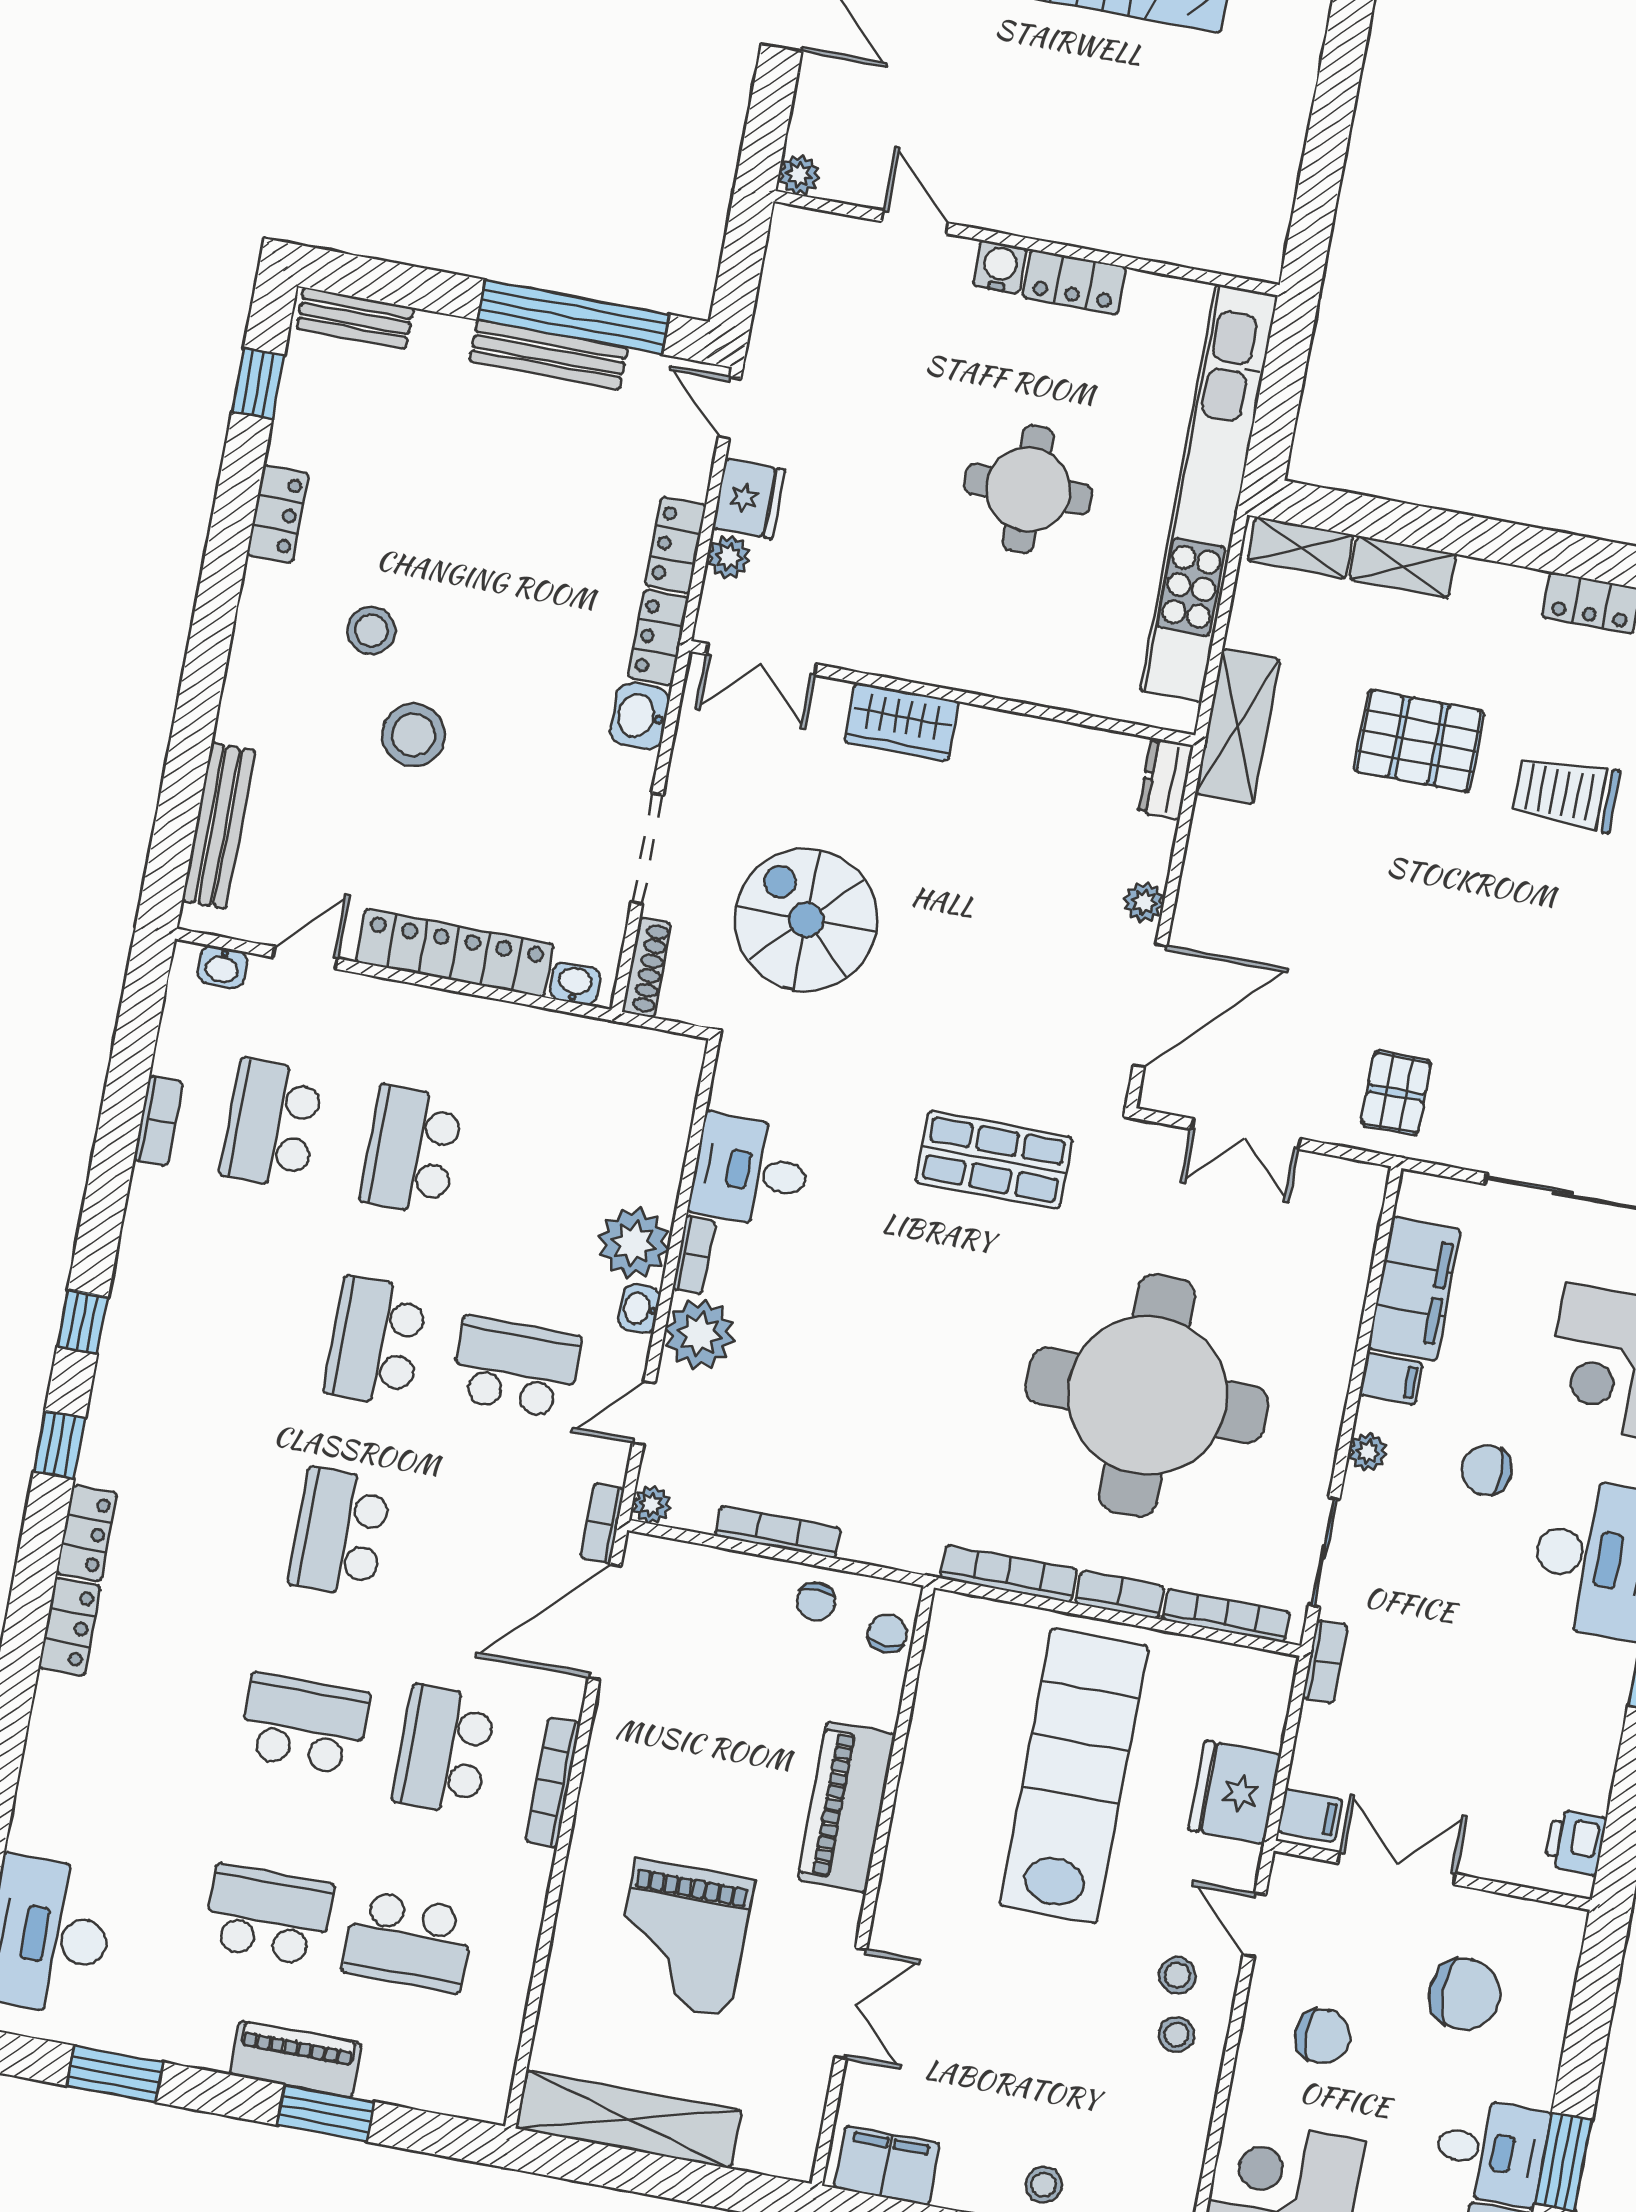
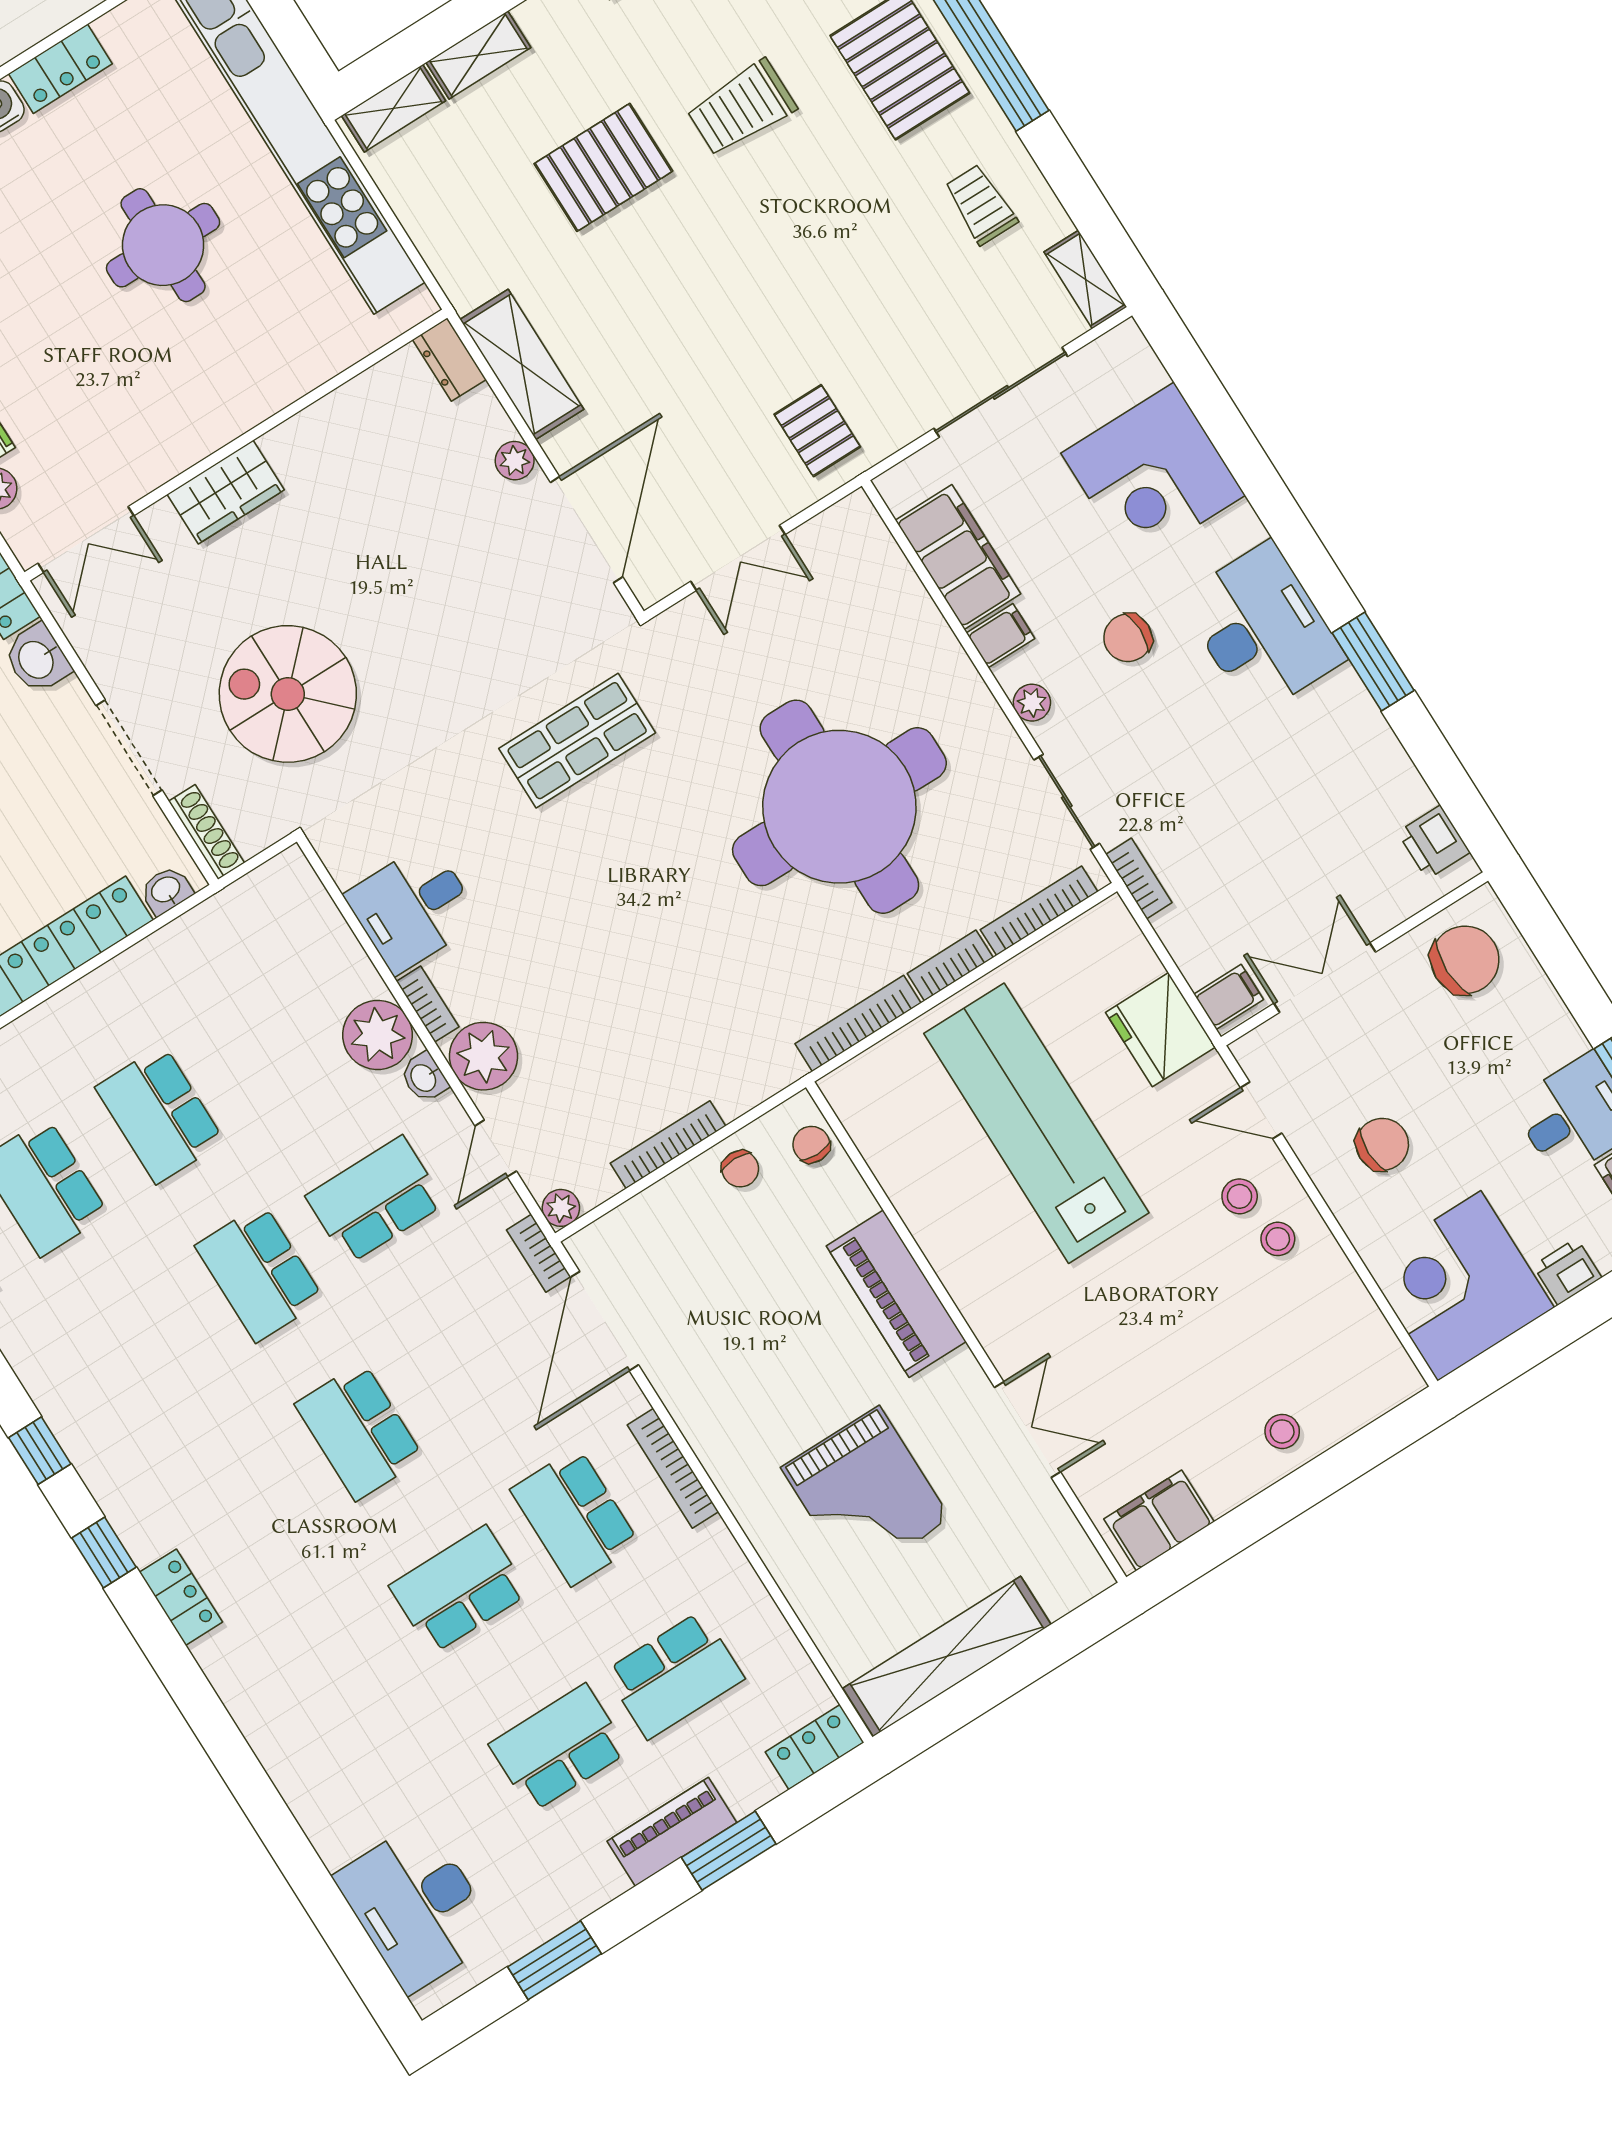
shelving: (1238, 726) -> (522, 364), moved
locker: (70, 1627) -> (815, 1747), moved, turned -90
chair: (1465, 1994) -> (1465, 960), moved

